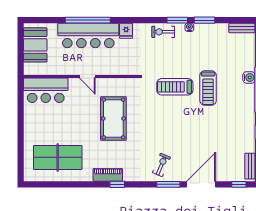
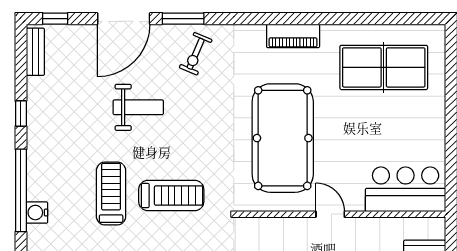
pool table: (113, 118) -> (283, 138), width x1.36, depth x1.32
weight bench: (193, 135) -> (138, 107), added
window: (117, 184) -> (276, 19), removed

